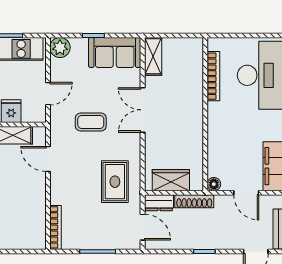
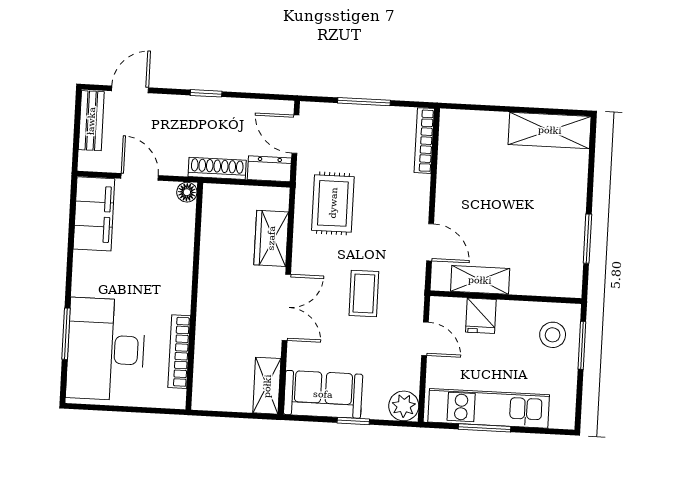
door: (48, 94) -> (425, 339), swing flipped
coffee table: (91, 122) -> (364, 293), turned 90
wardrobe: (171, 180) -> (271, 238), moved, turned 90

